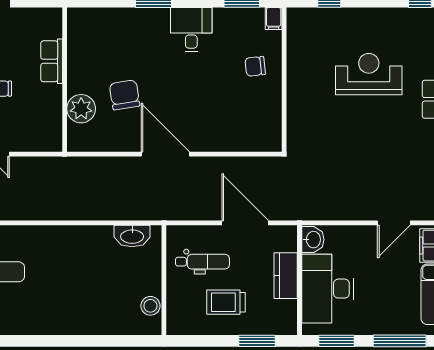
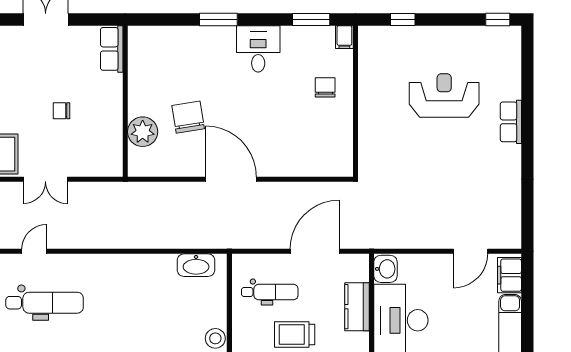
row of seats: (52, 61) -> (112, 49), moved
chair: (255, 66) -> (325, 87), turned 96
door: (245, 223) -> (315, 251), hinge flipped

